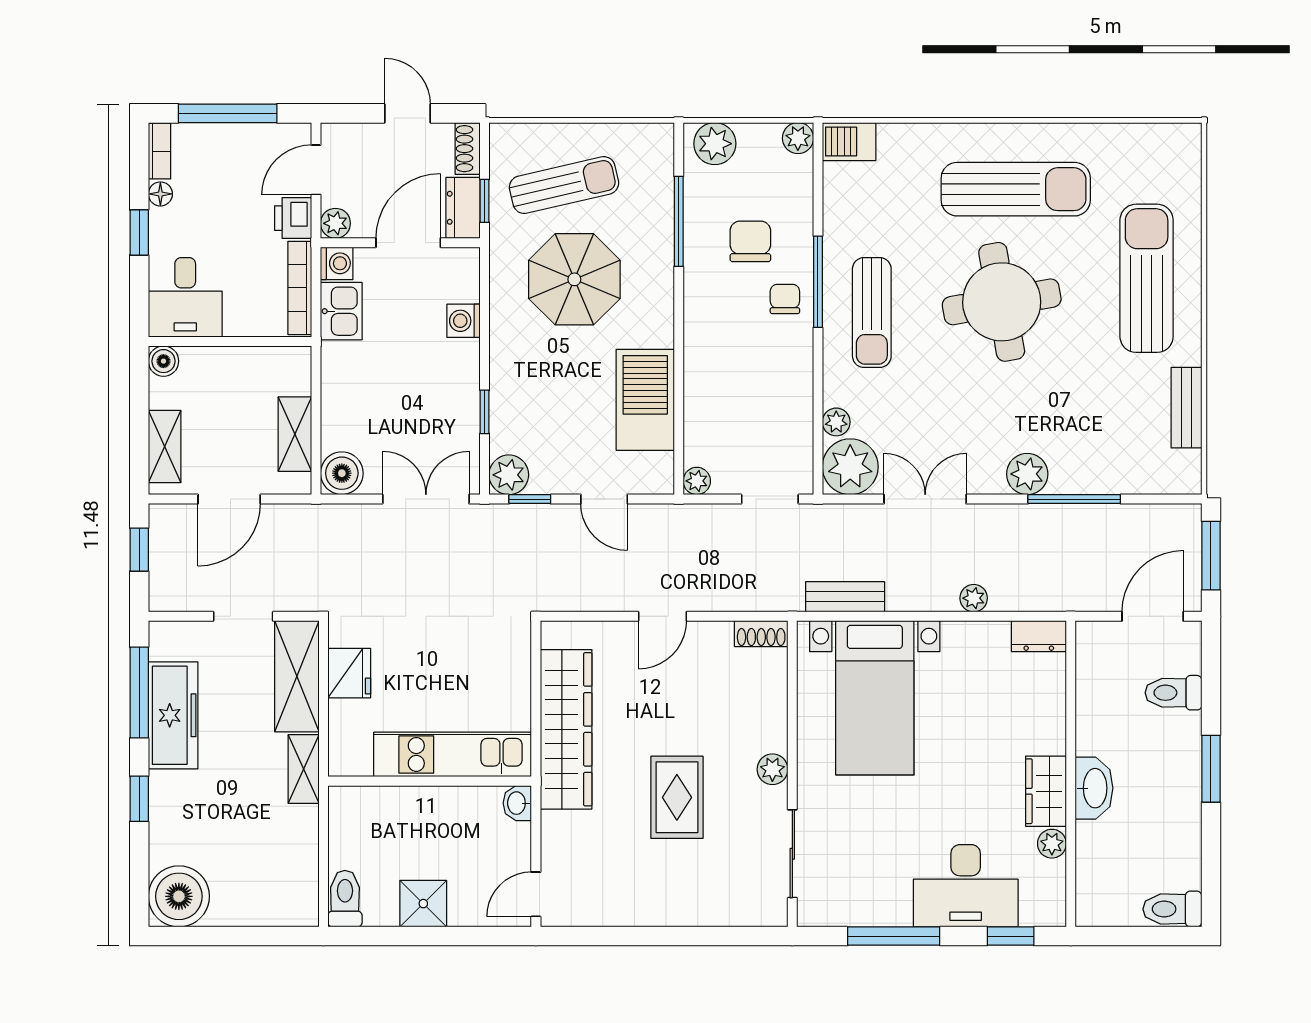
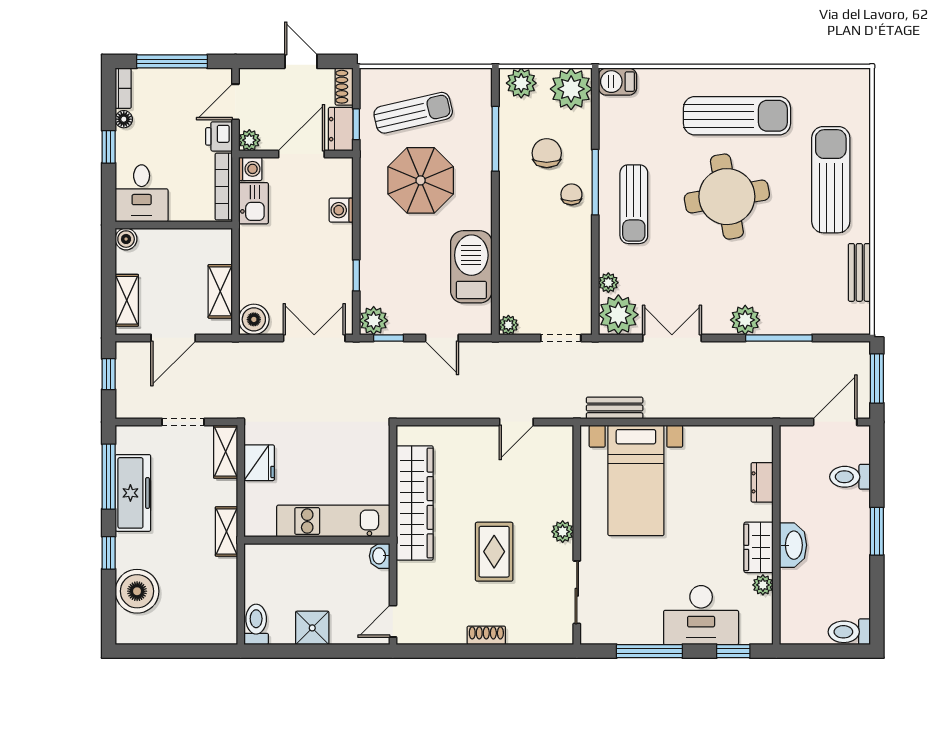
plant: (798, 138) -> (571, 89), width x1.88, depth x1.88
plant: (974, 598) -> (707, 409), removed
door: (662, 616) -> (516, 422), moved
shoe rack: (761, 634) -> (486, 635), moved, turned 180
dresser: (1039, 636) -> (762, 482), moved, turned 90
shelving: (297, 676) -> (226, 452), width x0.67, depth x0.75
boiler: (179, 896) -> (137, 591), moved

